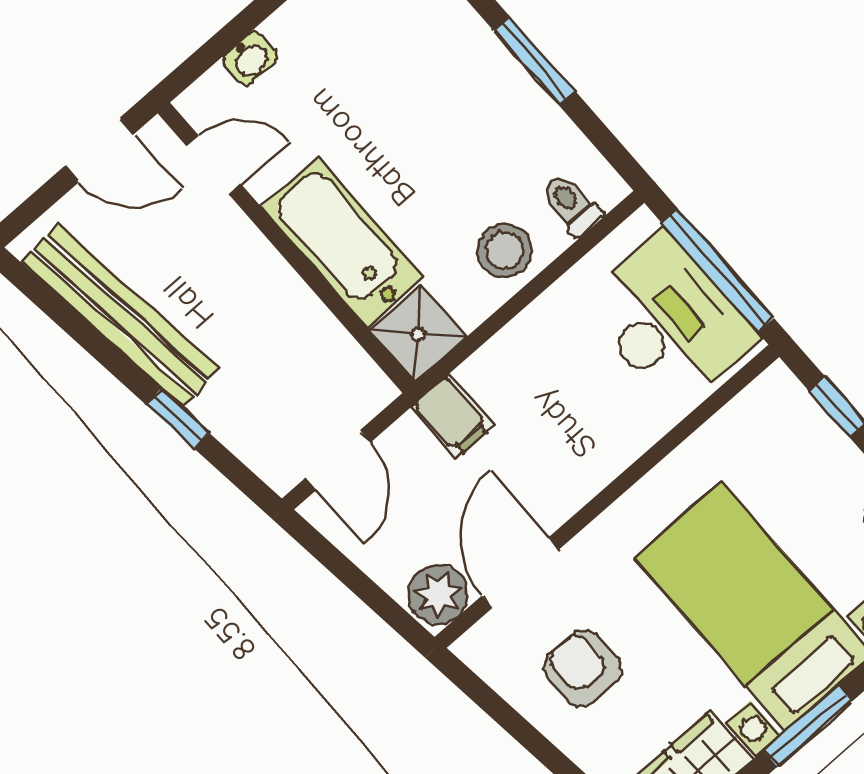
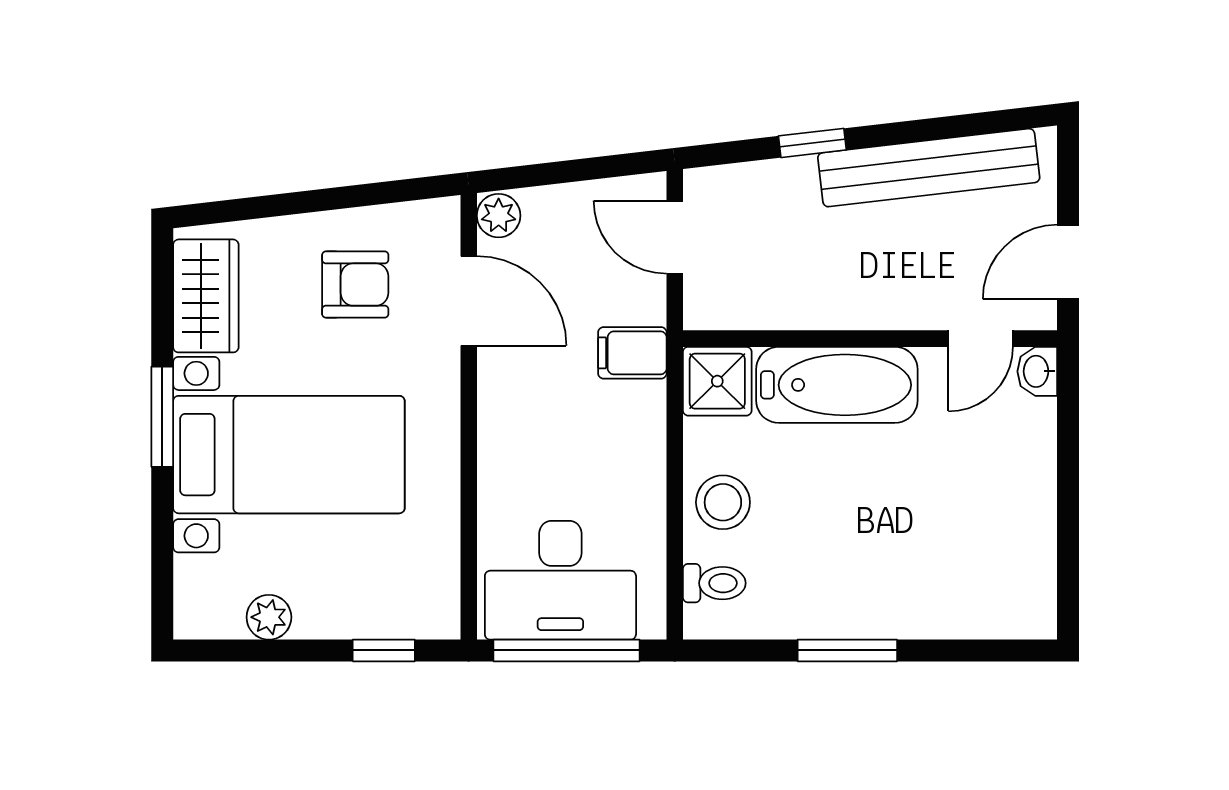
washbasin: (250, 58) -> (1037, 371), moved
plant: (438, 594) -> (499, 216), width x0.73, depth x0.73

